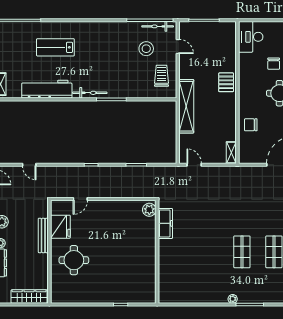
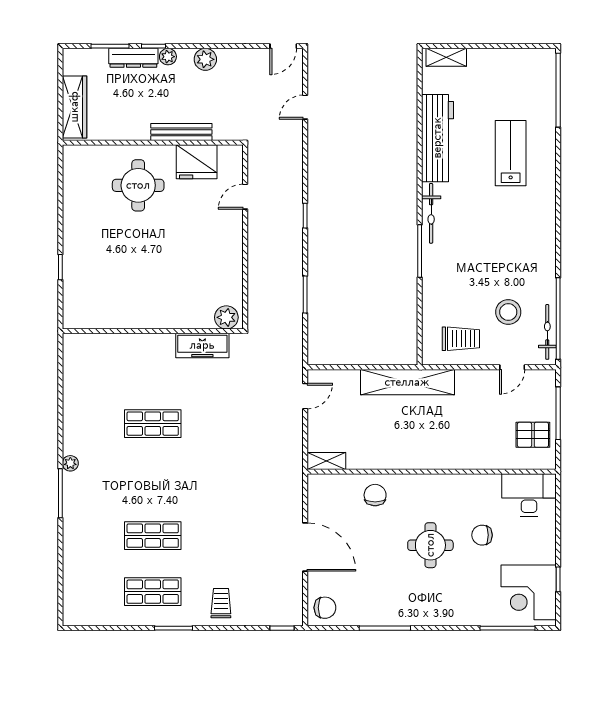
pallet: (226, 82) -> (533, 435), moved
door: (80, 199) -> (245, 197), hinge flipped
shop shelf: (242, 252) -> (153, 424), moved

